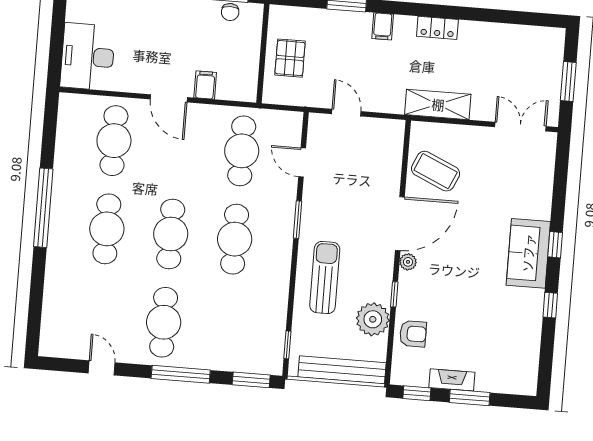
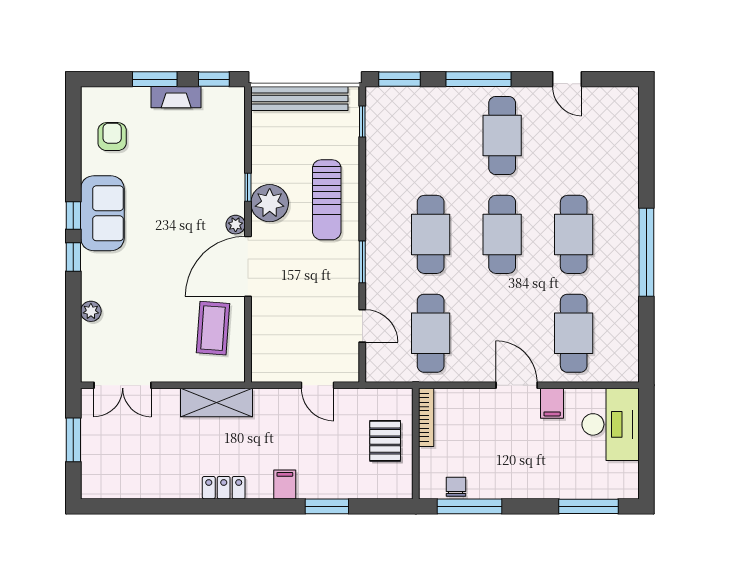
bookcase: (252, 76) -> (426, 417), added
filing cabinet: (205, 85) -> (552, 403), moved
coffee table: (436, 171) -> (213, 328), turned 70
plant: (543, 195) -> (91, 311), added
sofa: (528, 253) -> (102, 213), moved
window: (550, 305) -> (73, 215), moved
plant: (373, 319) -> (270, 203), moved
armchair: (413, 334) -> (112, 137), moved, turned 90

